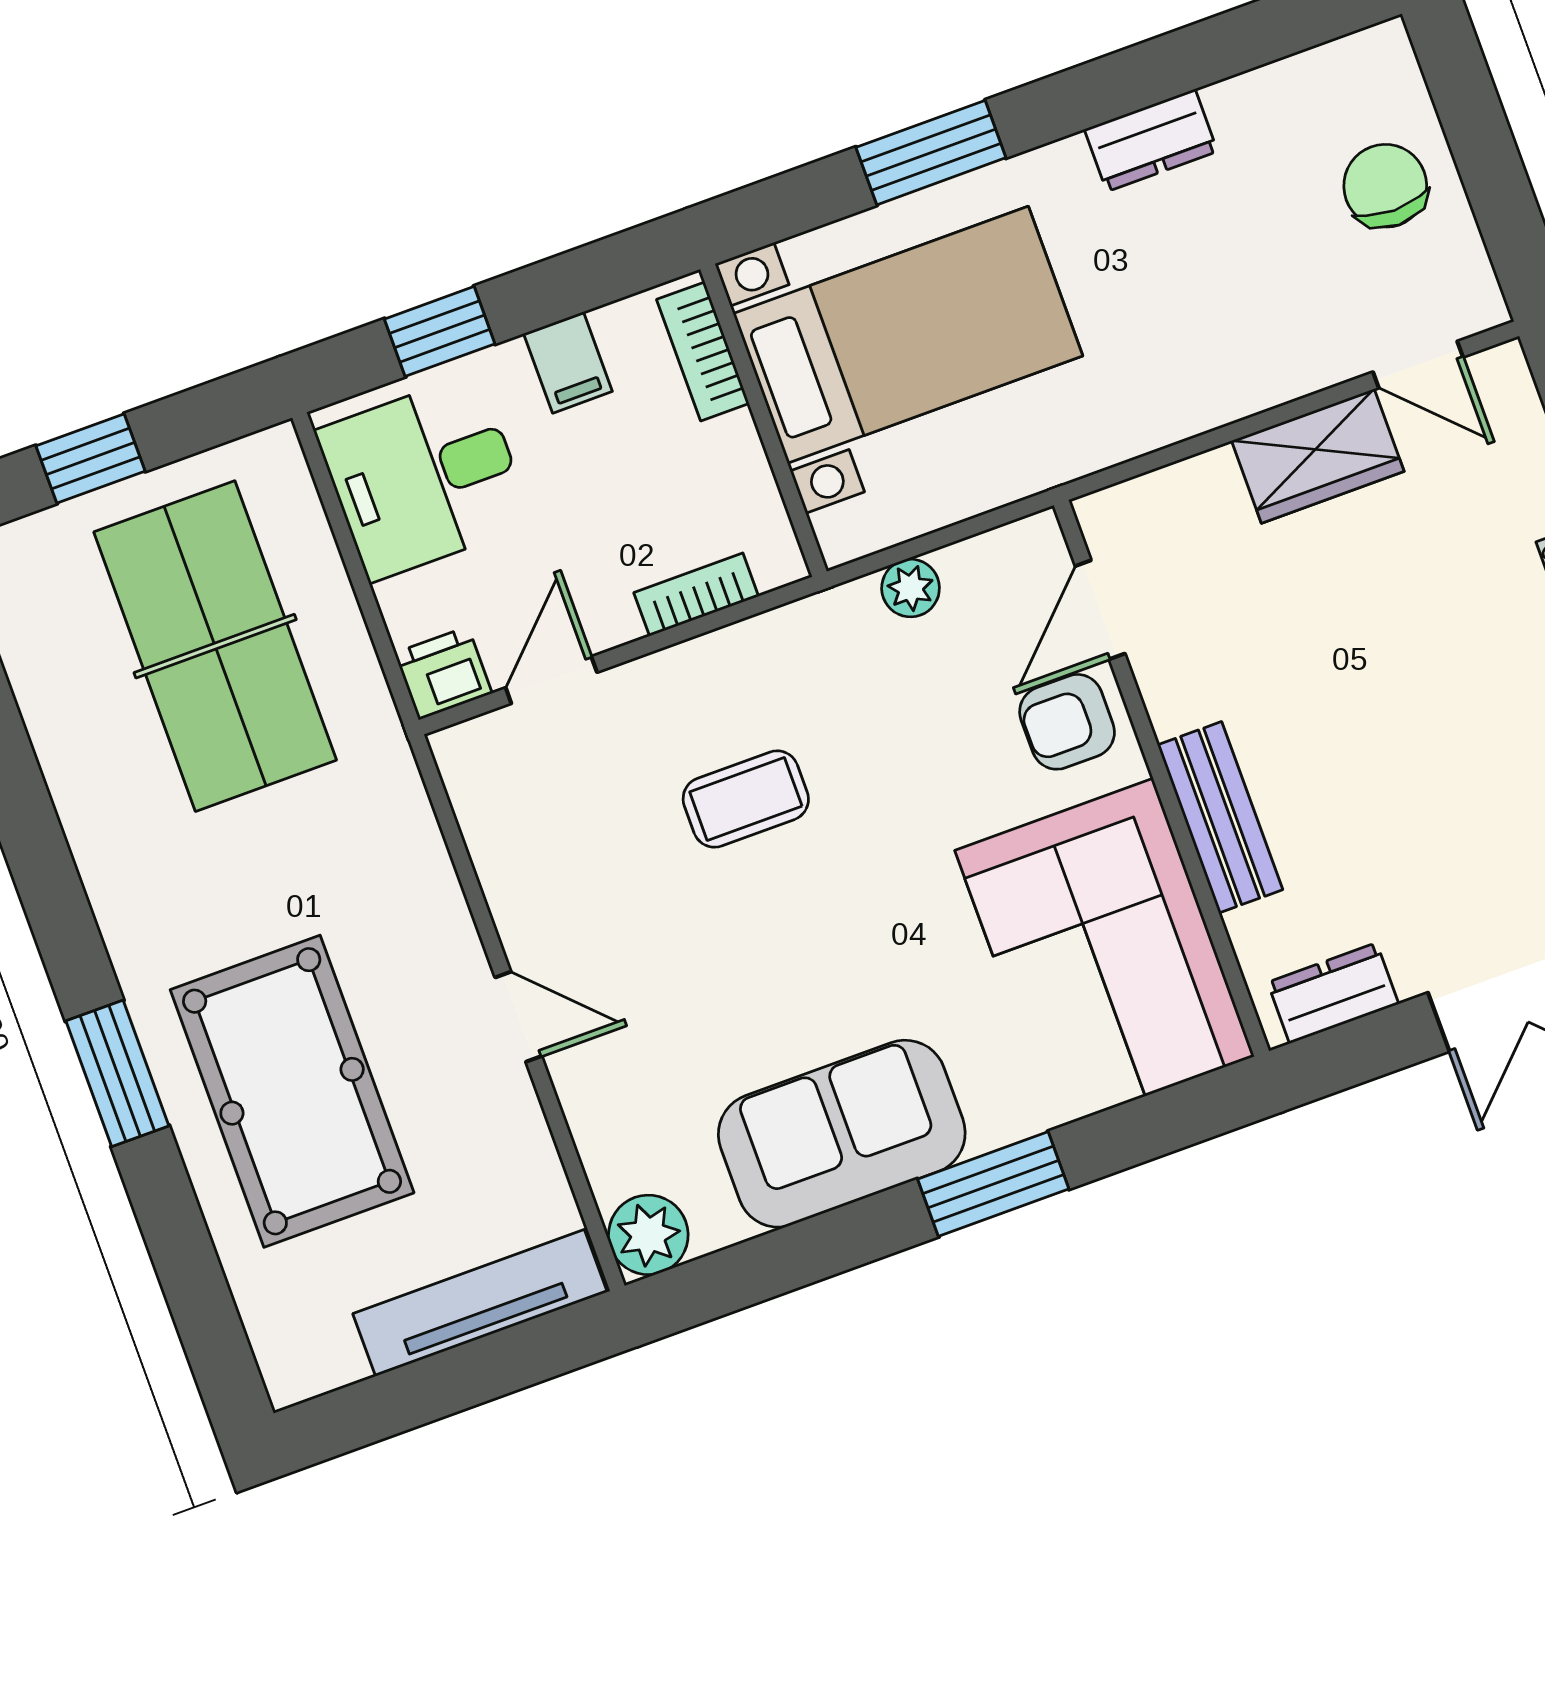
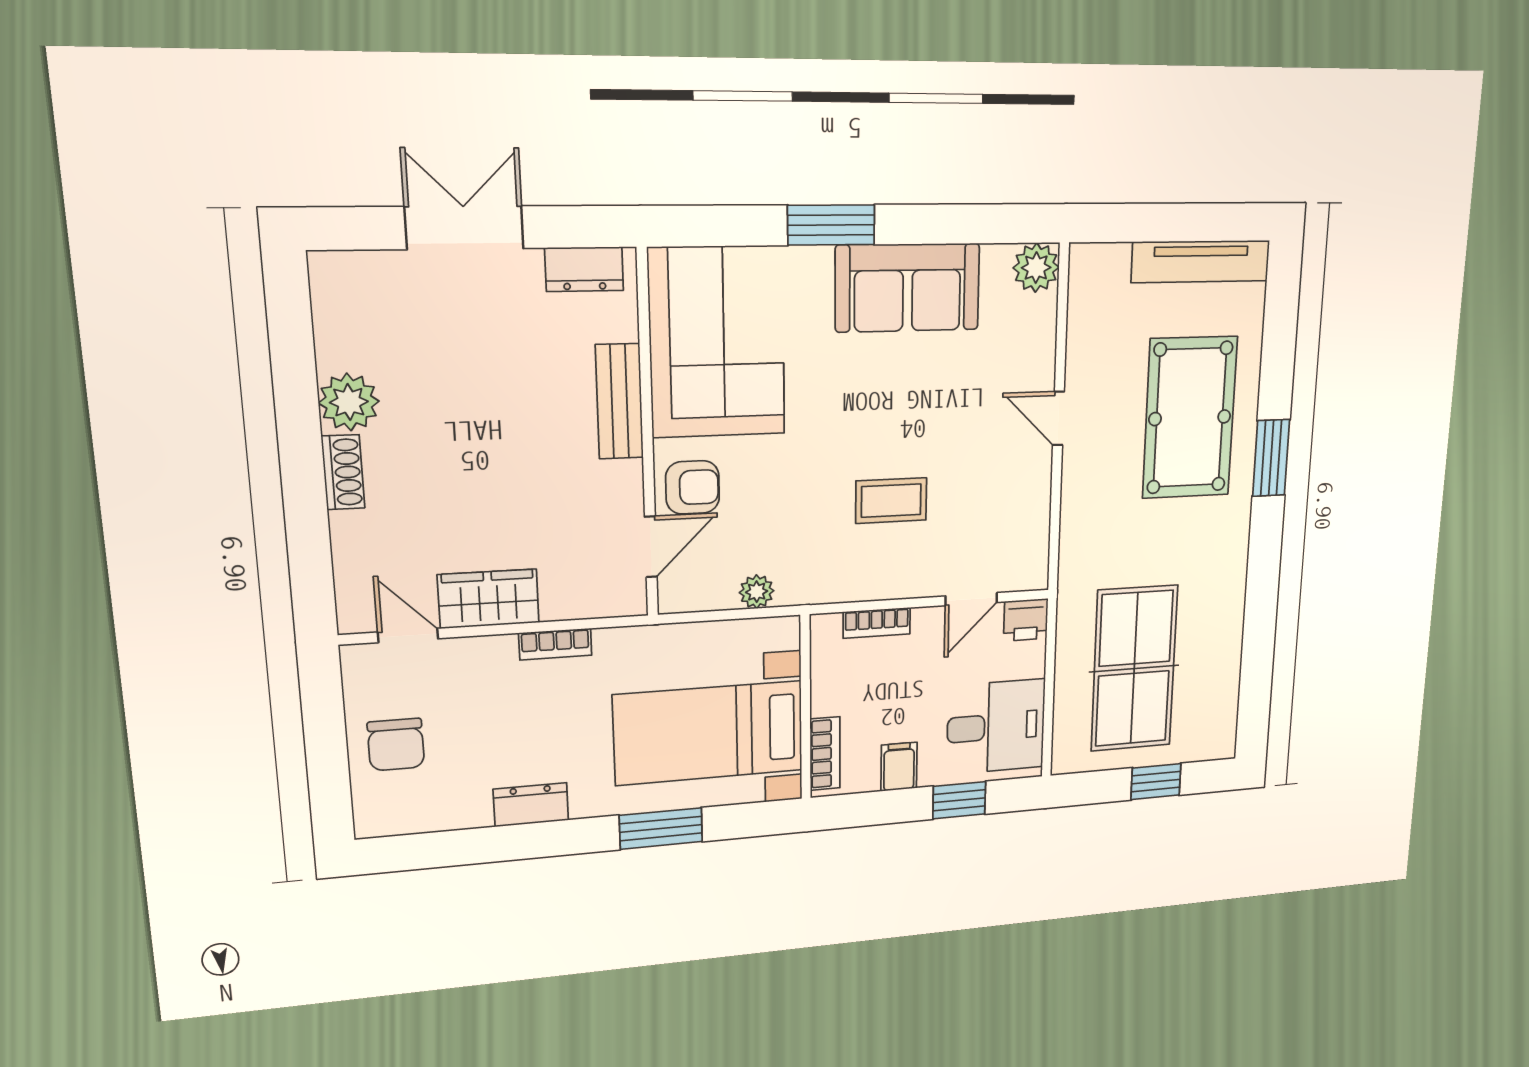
bookcase: (1196, 413) -> (555, 644), added
tv unit: (480, 1303) -> (1201, 261), moved

